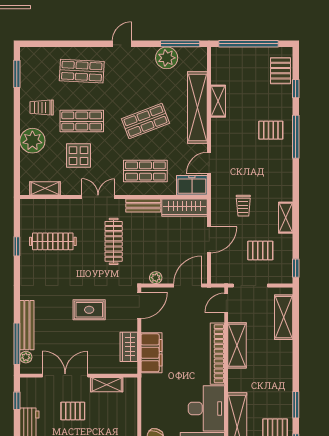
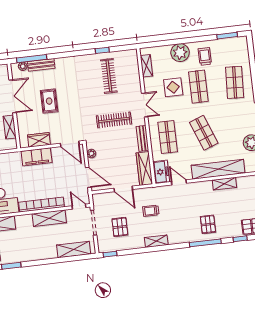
shelving: (286, 218) -> (156, 241), moved
rug: (89, 310) -> (49, 101), moved
bench: (27, 325) -> (41, 65), width x0.73

